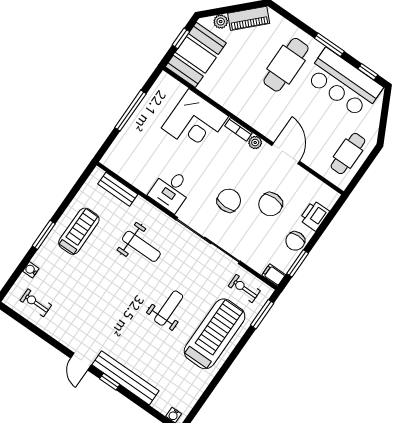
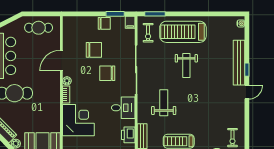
printer: (314, 216) -> (128, 135), moved, turned 90
weight bench: (169, 308) -> (186, 66), turned -90

